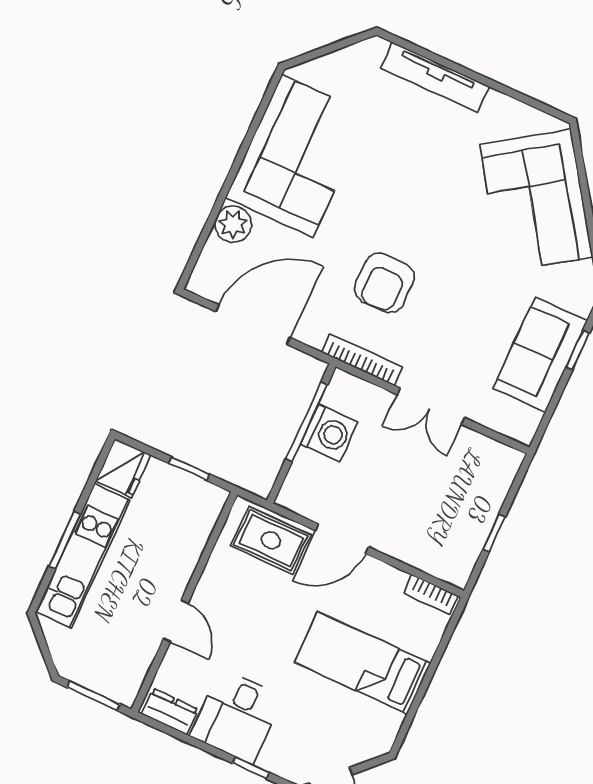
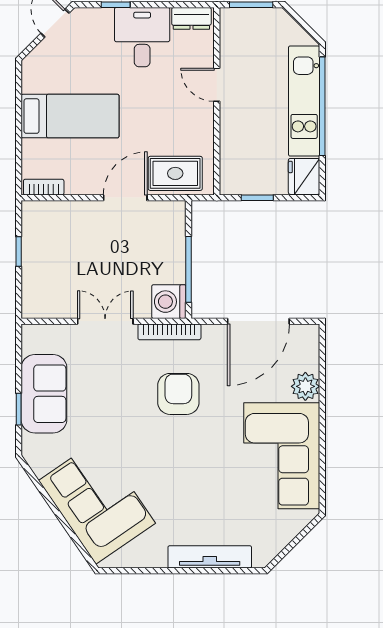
washing machine: (329, 433) -> (169, 302), moved
window: (65, 540) -> (322, 106), width x2.11

